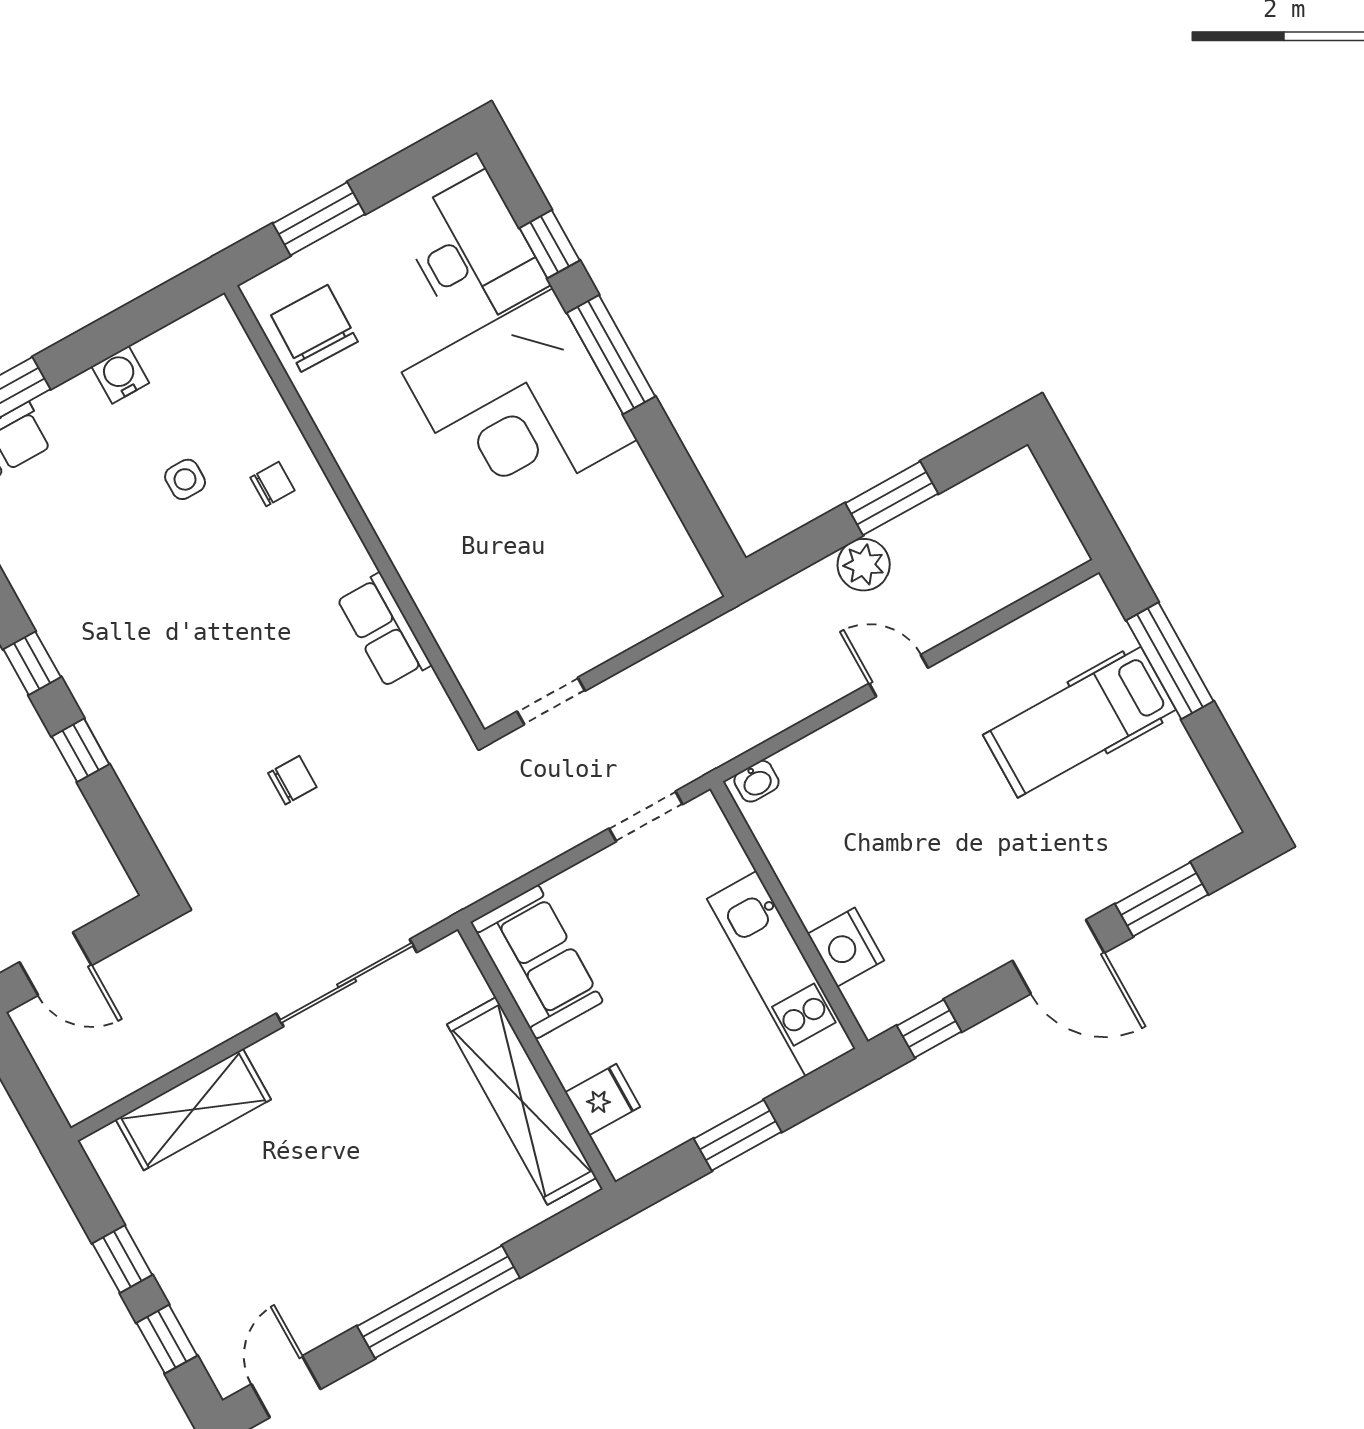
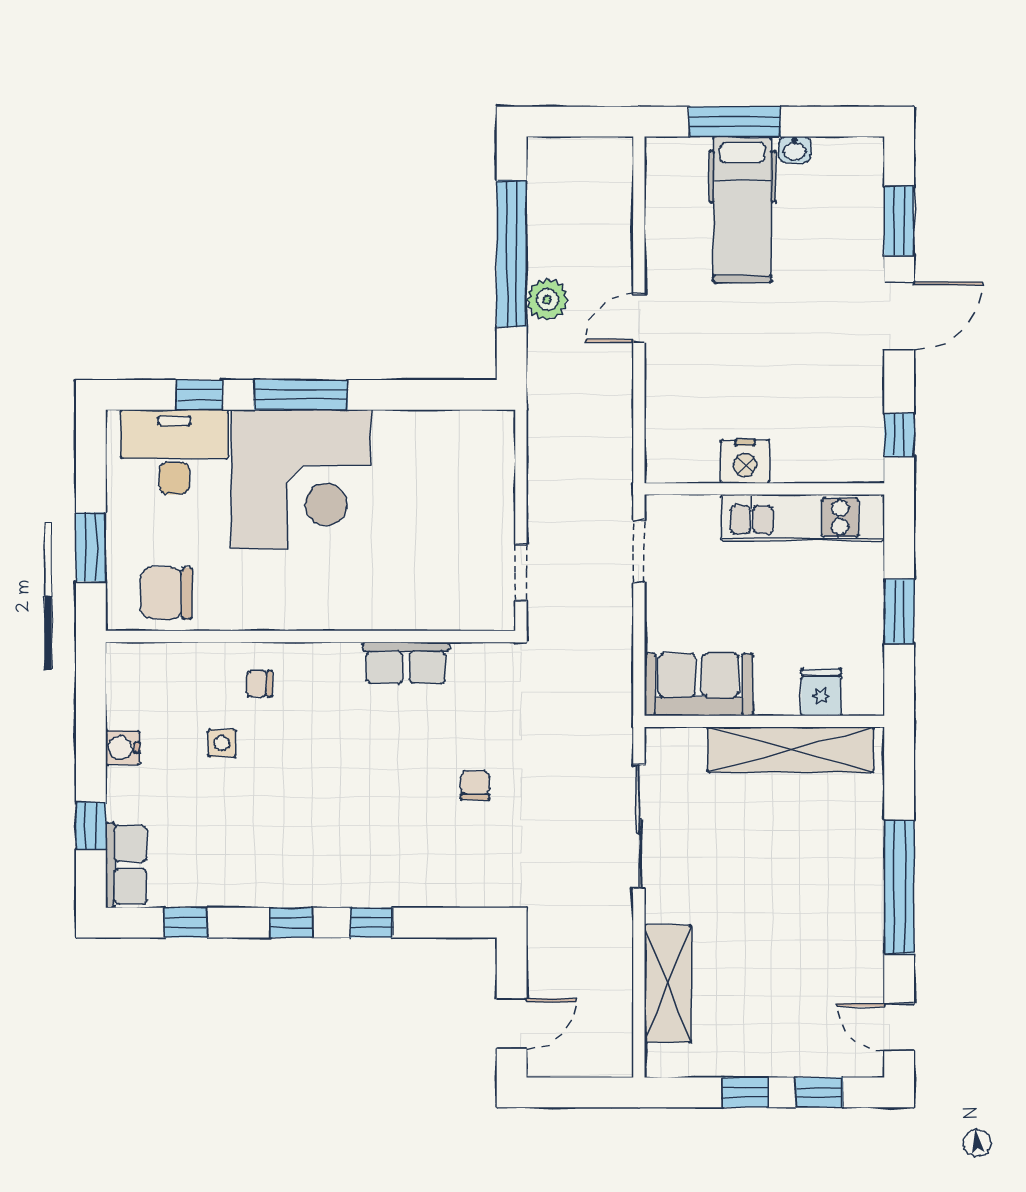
chair: (272, 484) -> (259, 683), turned -90
window: (892, 498) -> (512, 254), width x2.11
washbasin: (756, 781) -> (795, 150), moved, turned 90
nightstand: (846, 947) -> (745, 461), moved

